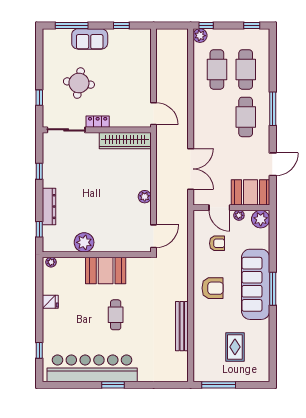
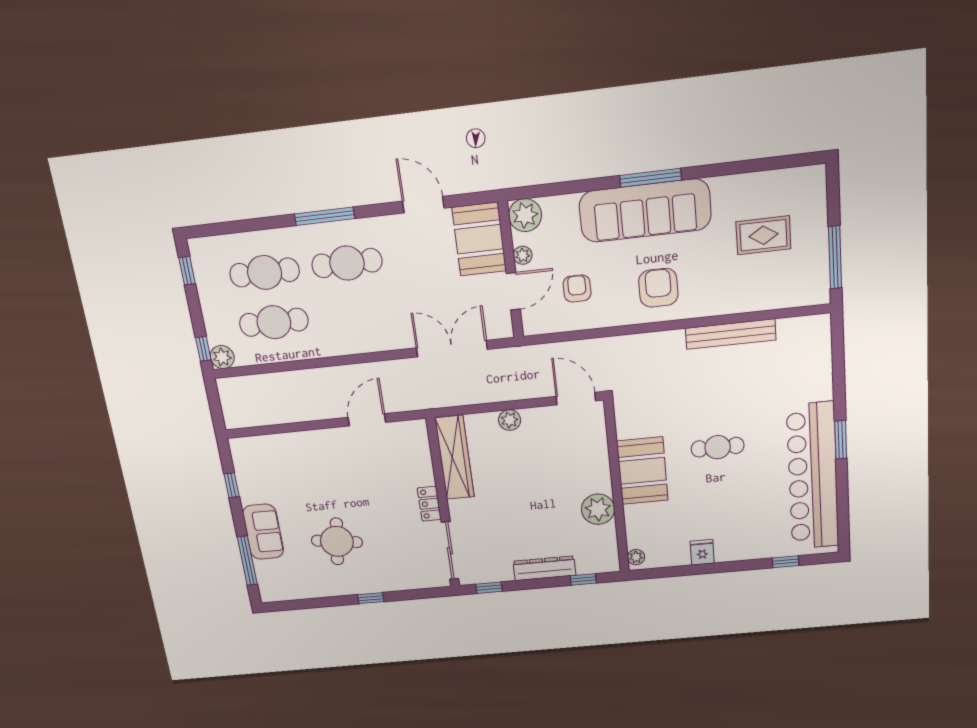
locker: (98, 122) -> (429, 504), moved
sliding door: (66, 130) -> (450, 551), moved
wall: (97, 130) -> (443, 504), moved
wardrobe: (125, 141) -> (455, 458), moved

